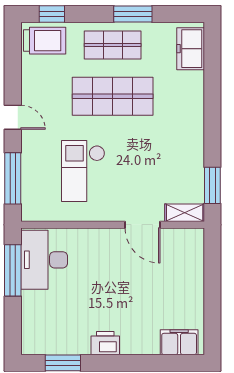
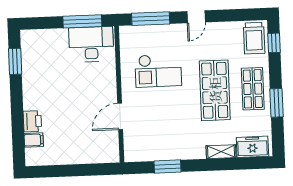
checkout: (83, 171) -> (158, 71), turned 180
window: (212, 185) -> (168, 166), moved
shelving: (185, 213) -> (221, 152), moved, turned 90
filing cabinet: (179, 342) -> (34, 140), width x0.50
printer: (105, 343) -> (32, 121), moved

